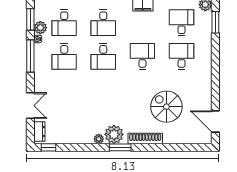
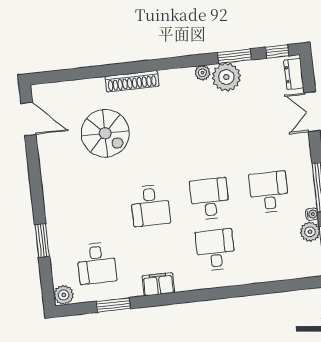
window: (215, 22) -> (42, 241), moved
desk: (64, 23) -> (275, 243), removed
desk: (182, 56) -> (91, 212), removed
plant: (114, 134) -> (226, 77), moved
window: (120, 147) -> (235, 56), moved

